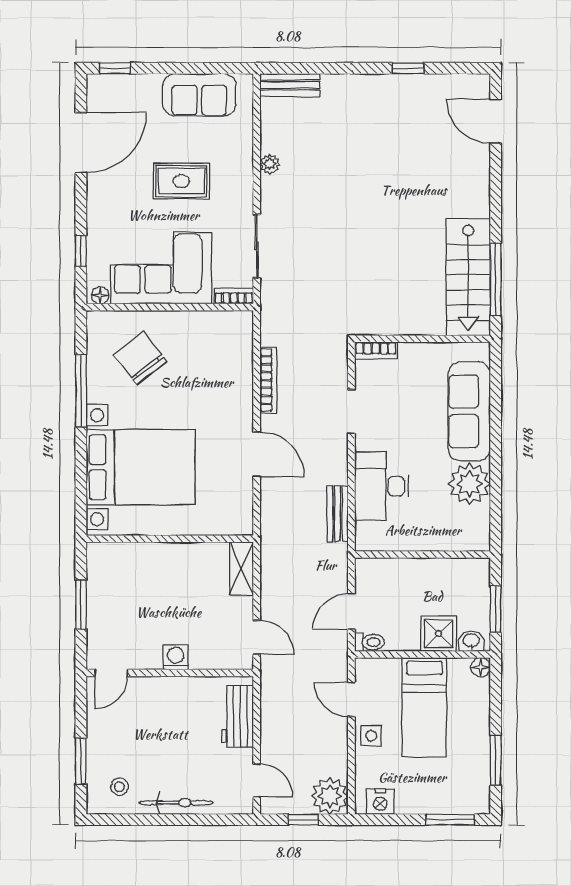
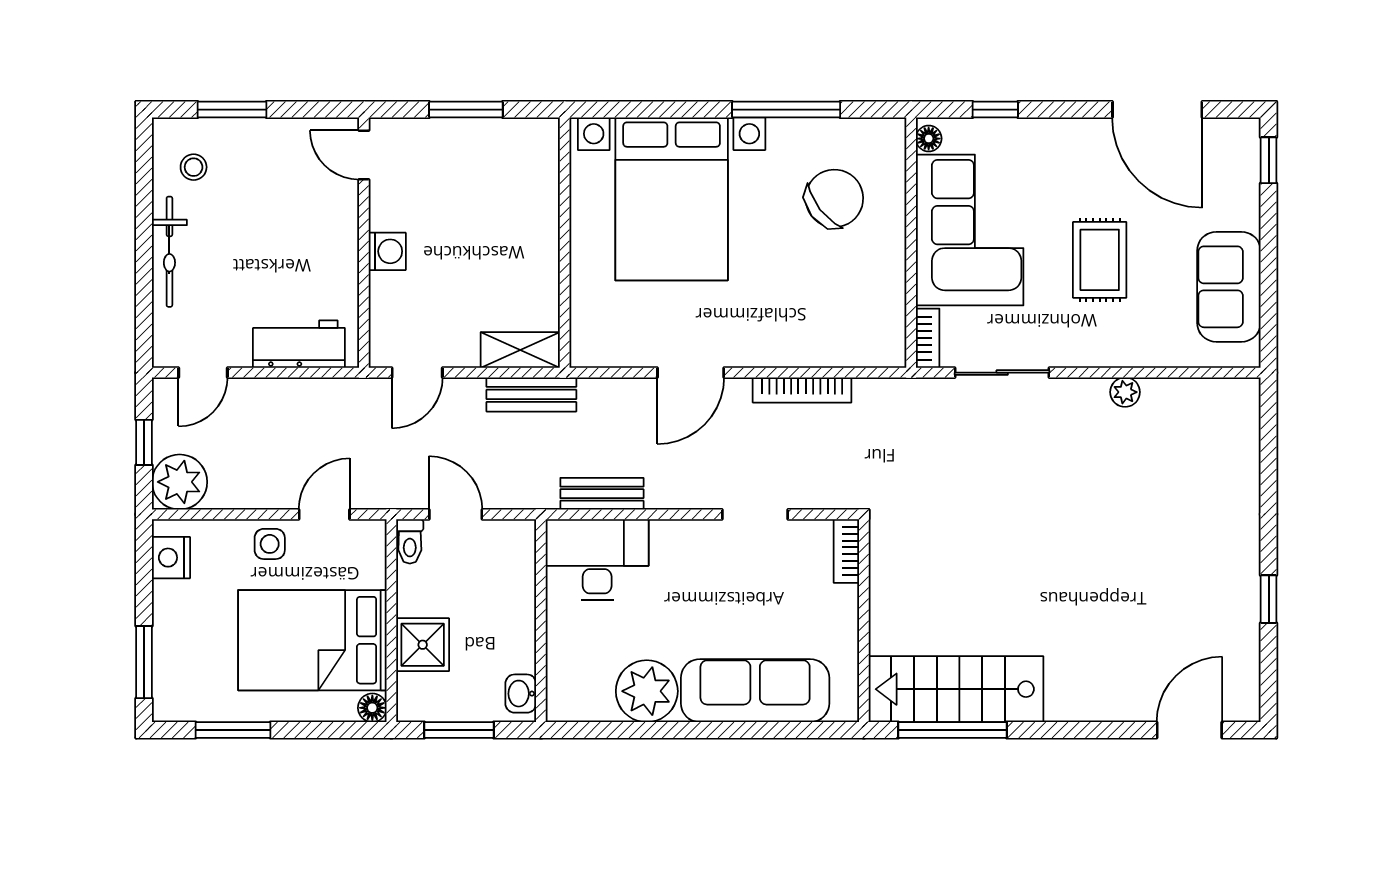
bench: (290, 85) -> (531, 394), moved, turned 90
desk: (382, 486) -> (597, 559), moved
washbasin: (471, 641) -> (521, 694), moved, turned 180
bed: (424, 707) -> (312, 640), width x1.50

